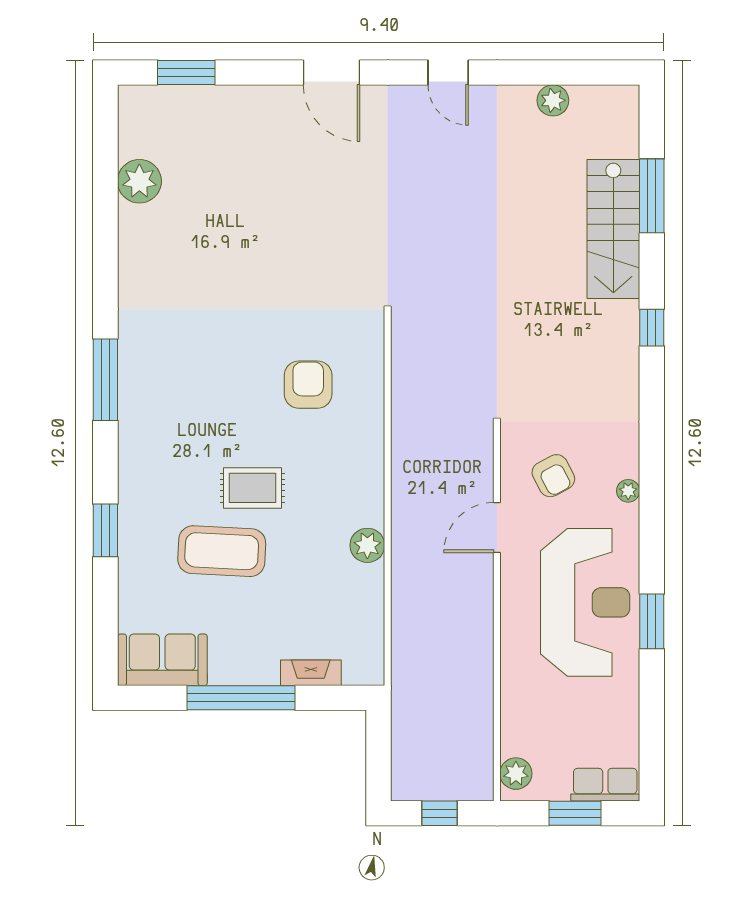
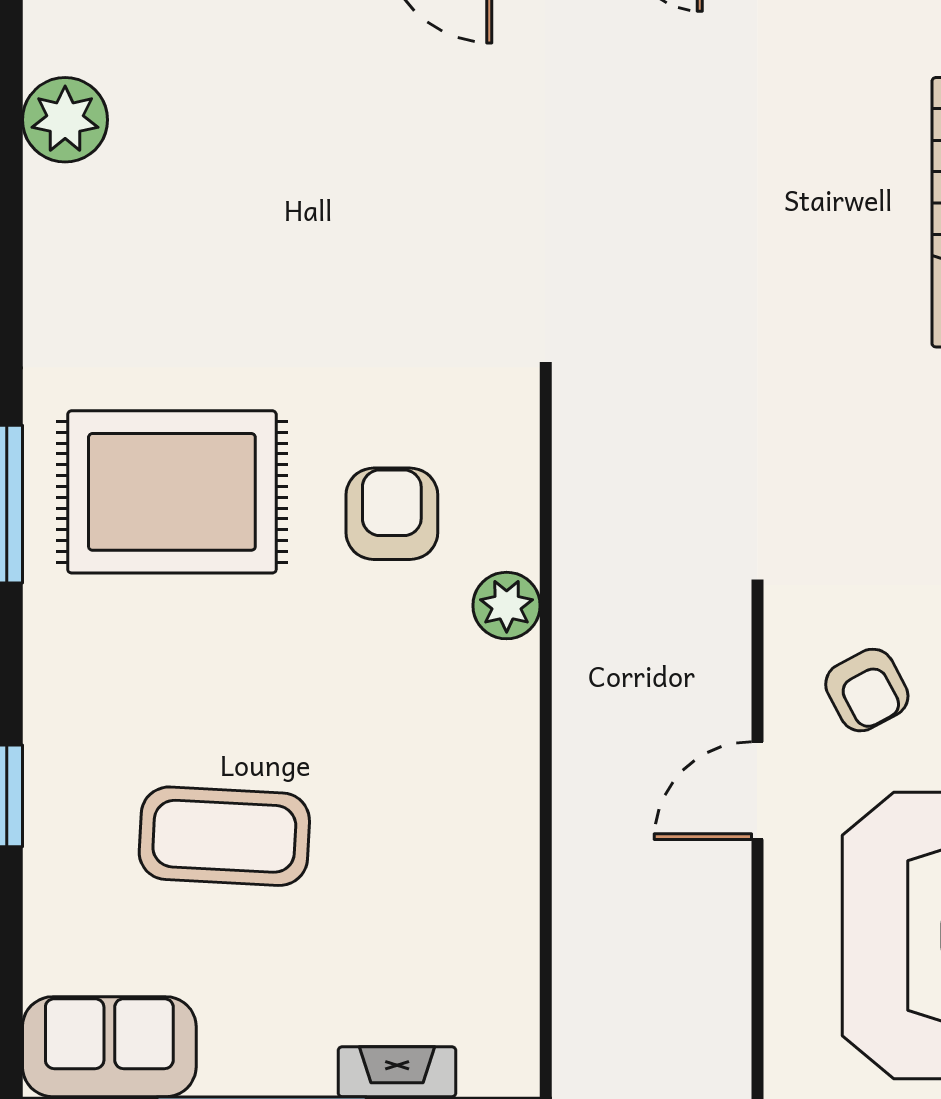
rug: (252, 488) -> (172, 492), moved, width x1.86, depth x2.06
plant: (367, 545) -> (507, 606), moved

